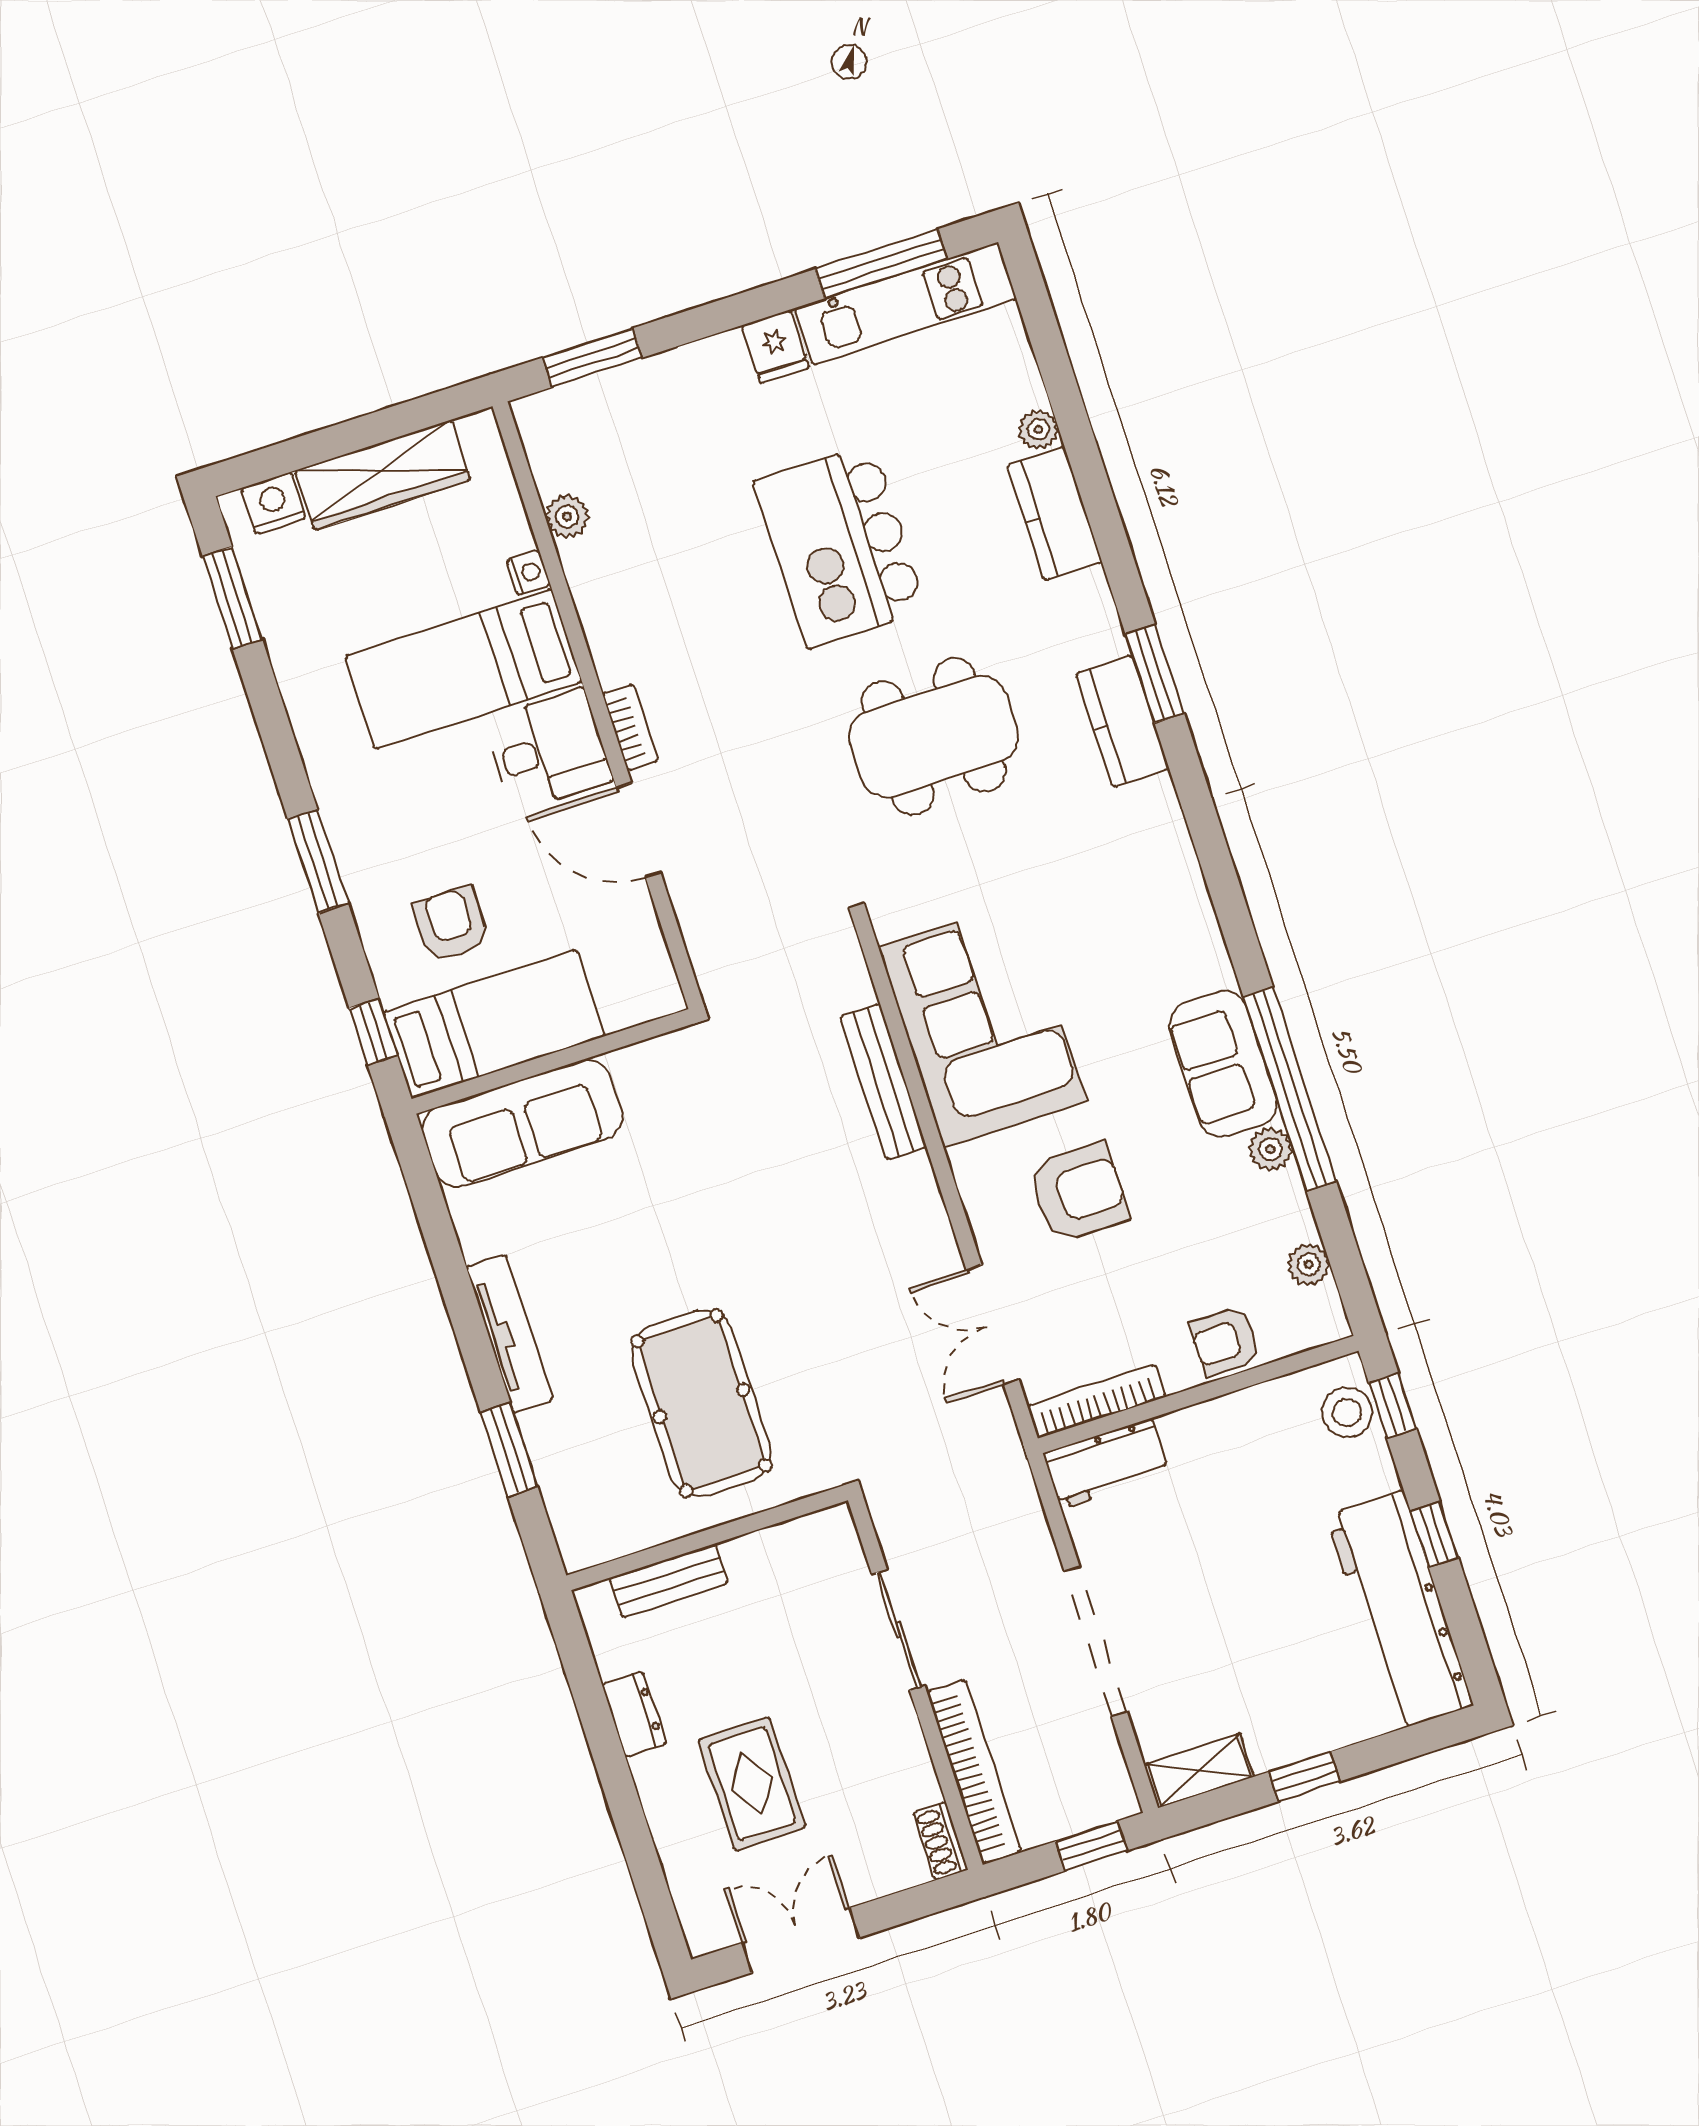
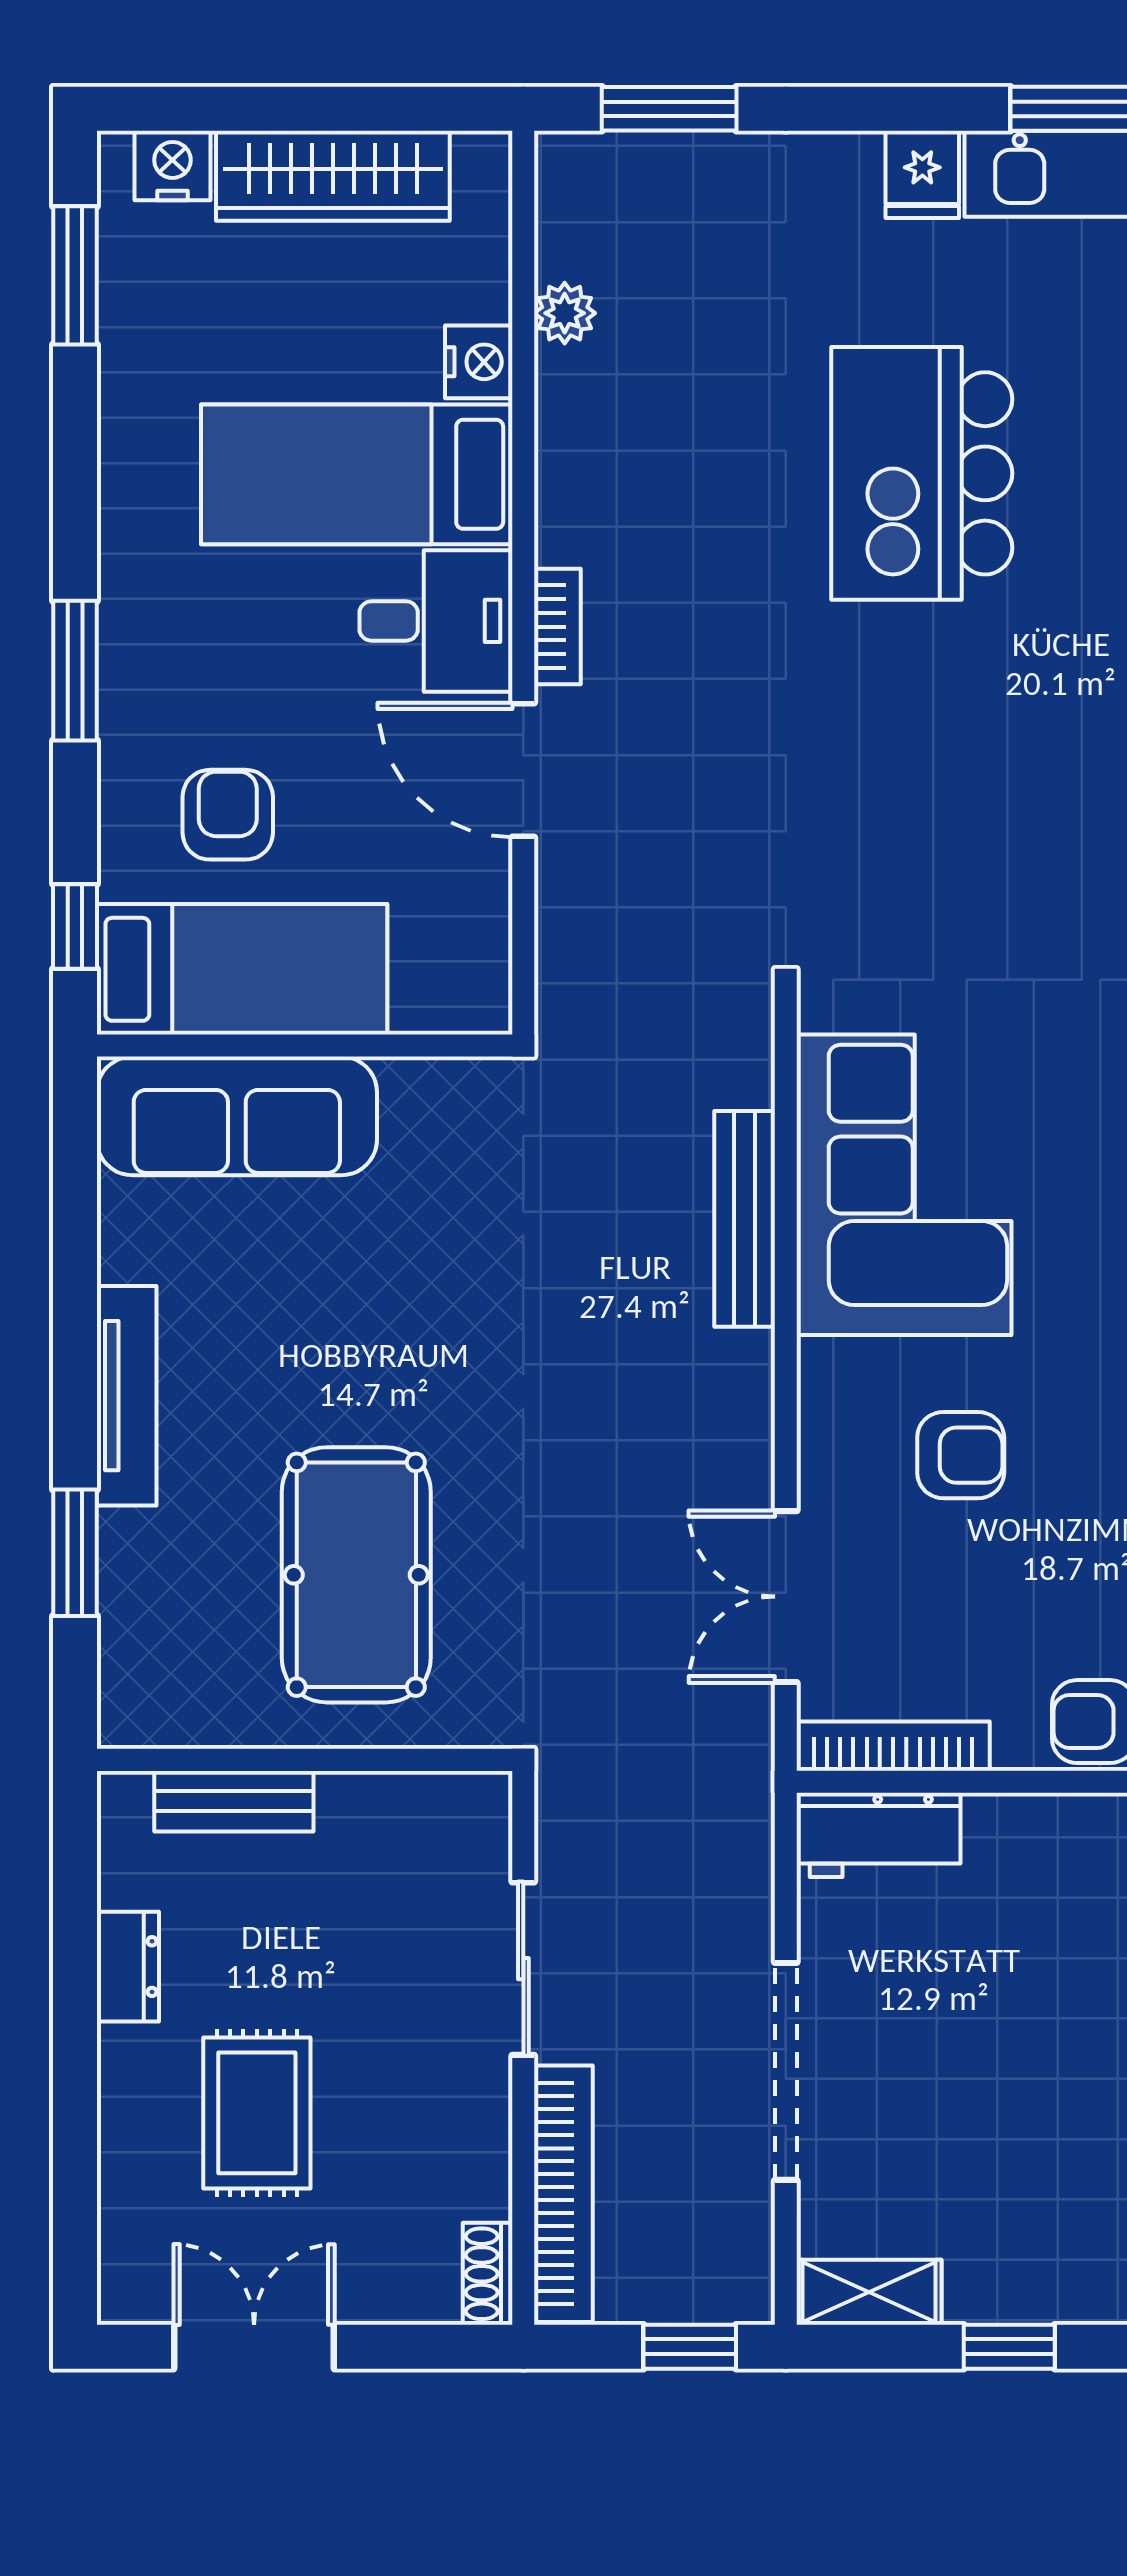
nightstand: (528, 573) -> (479, 362), width x1.39, depth x1.35
dining table: (933, 737) -> (964, 773), removed
armchair: (1079, 1192) -> (961, 1455), width x0.72, depth x0.72

